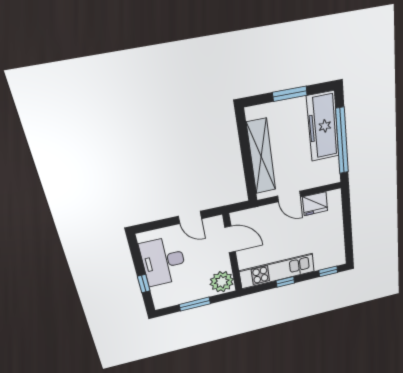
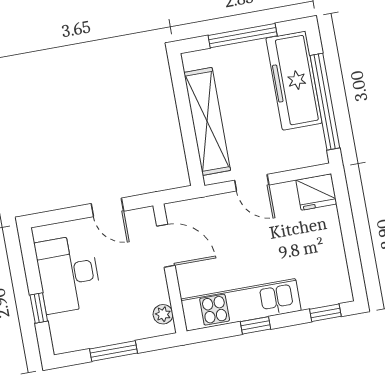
window: (290, 94) -> (243, 36), width x1.44
fridge: (315, 204) -> (316, 192), moved
plant: (222, 282) -> (163, 314), width x0.53, depth x0.53

